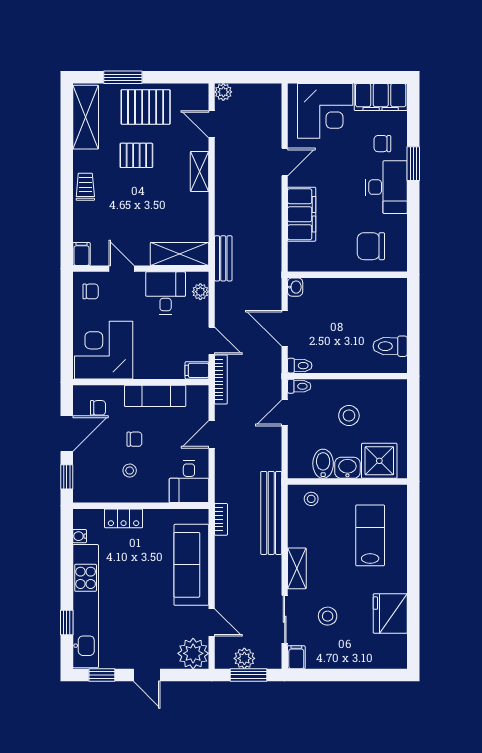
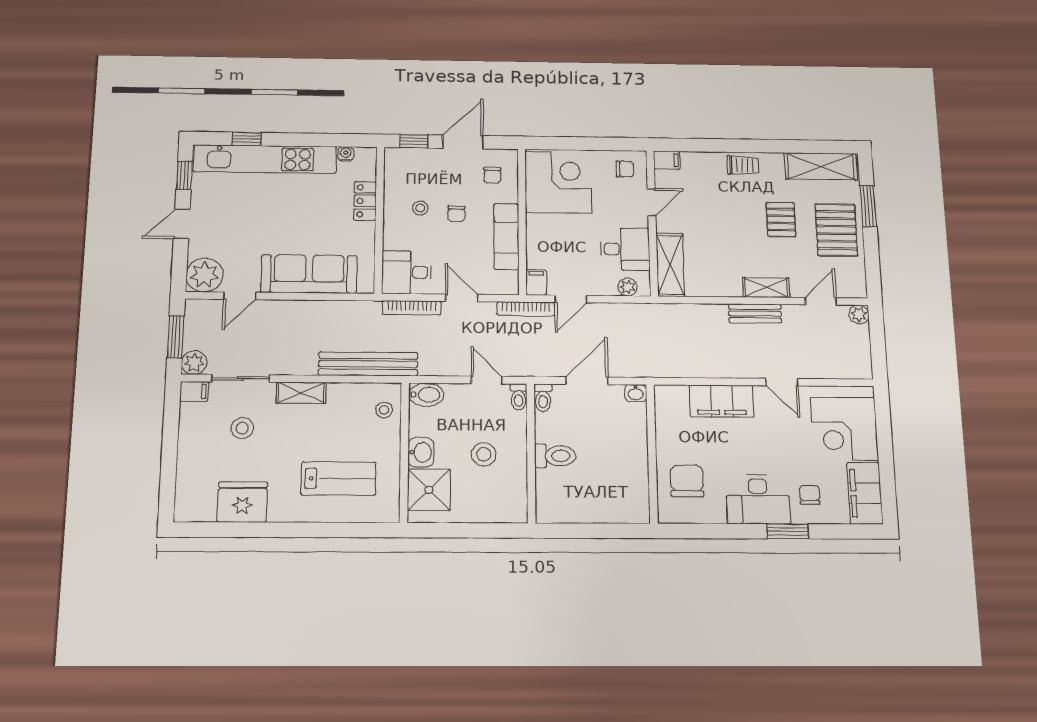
bench: (223, 258) -> (755, 314), moved
chair: (91, 291) -> (625, 169), turned -90
toilet: (390, 346) -> (555, 456), moved, turned 90
door: (67, 434) -> (463, 142), swing flipped
bidet: (323, 464) -> (426, 395), moved
bookcase: (221, 519) -> (412, 308), moved, width x1.56
plant: (244, 658) -> (194, 362), moved

